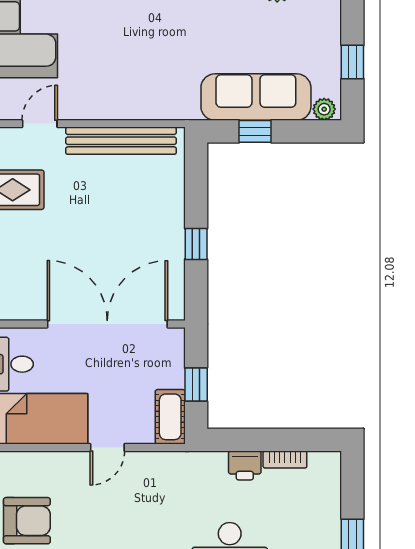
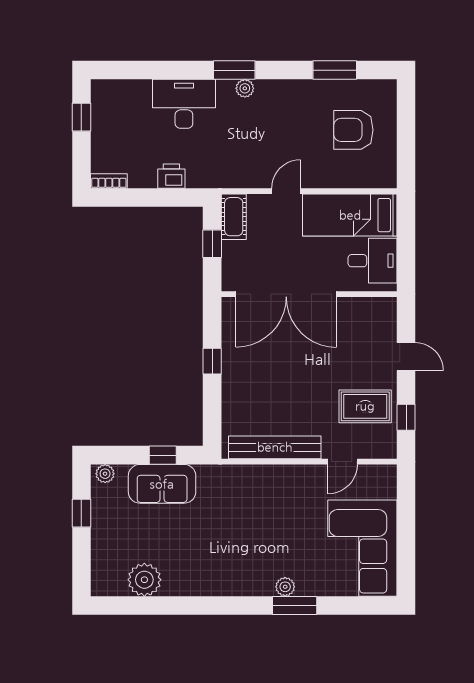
sofa: (256, 97) -> (162, 484), width x0.73
bookcase: (285, 459) -> (109, 181), moved

